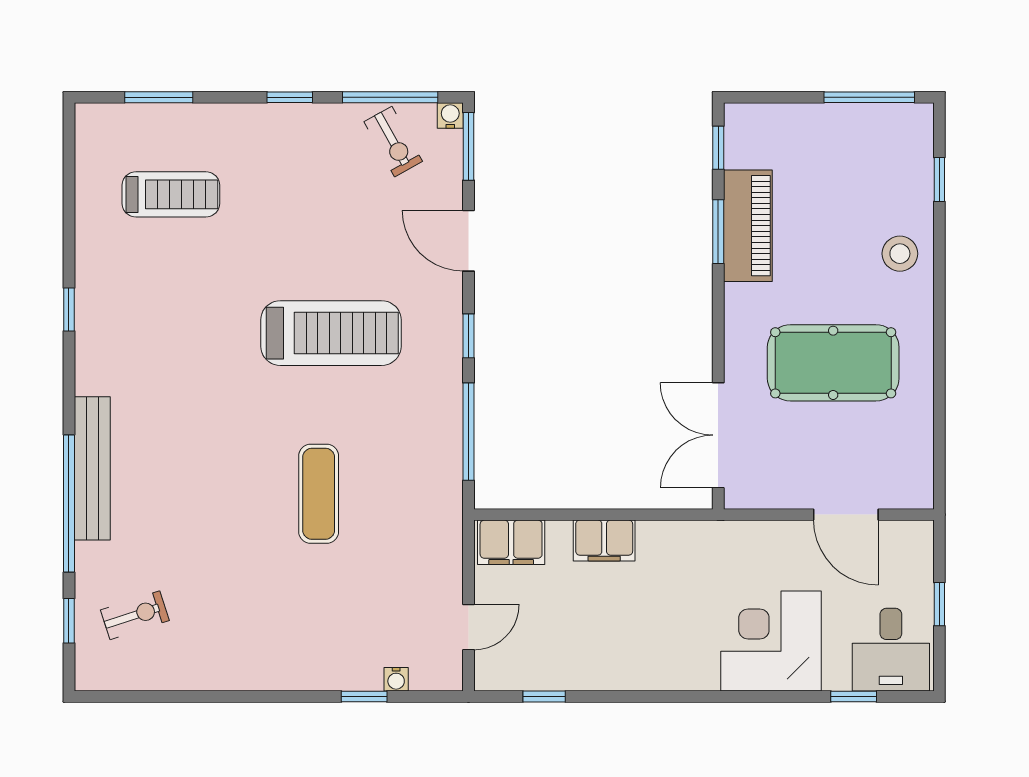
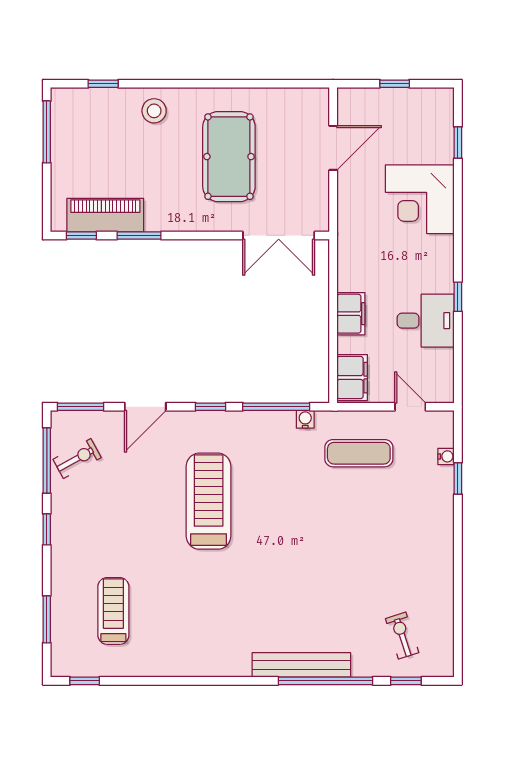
water cooler: (450, 116) -> (305, 419), moved, turned 90
piano: (748, 226) -> (105, 215), moved
window: (69, 310) -> (85, 681), moved
exercise mat: (319, 494) -> (359, 453), moved
desk: (891, 650) -> (426, 321), moved
window: (544, 697) -> (458, 297), moved

